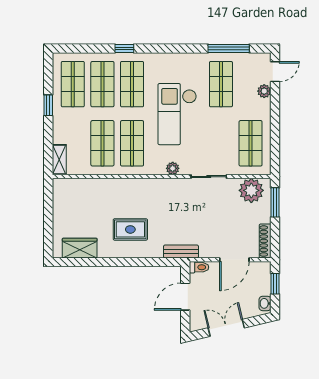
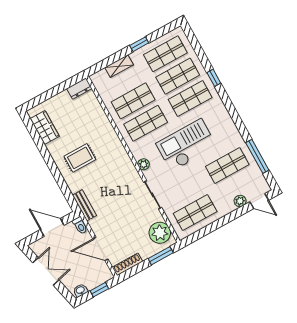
shelving: (59, 160) -> (119, 66), moved
dresser: (60, 191) -> (79, 89), added
rug: (130, 229) -> (80, 158), turned 90

